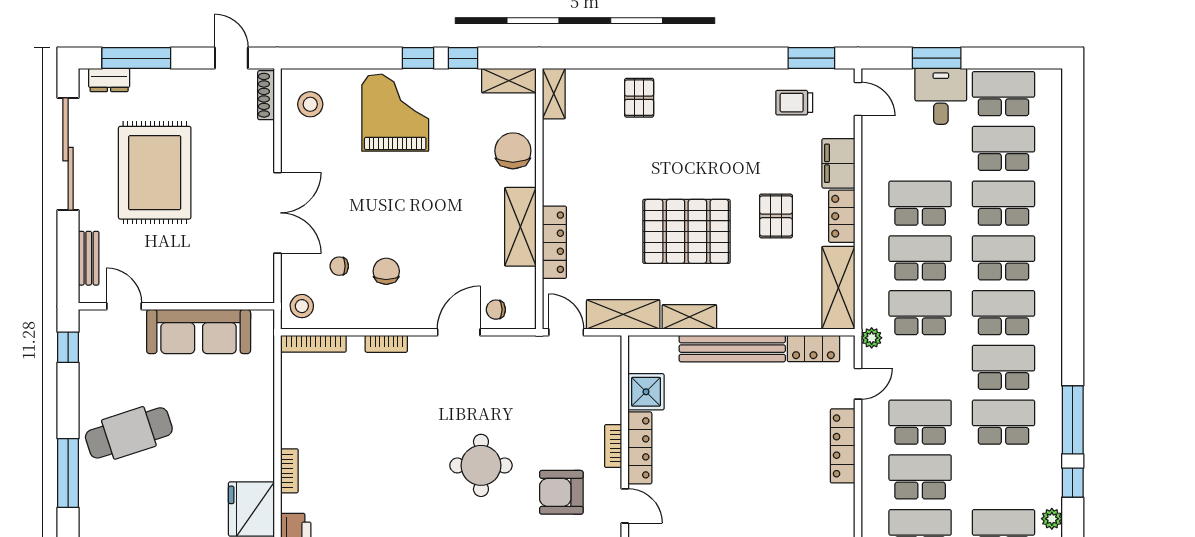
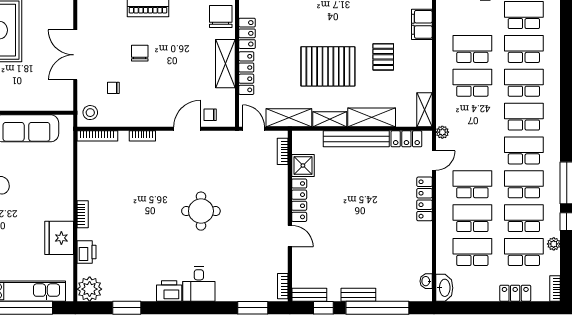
double door: (277, 213) -> (75, 55), swing flipped
locker: (842, 216) -> (247, 33), moved, turned 180
chair: (386, 271) -> (140, 53), moved
shelving: (838, 288) -> (424, 110), width x0.67, depth x0.75
school desk: (920, 313) -> (524, 218), moved
shelving: (757, 314) -> (372, 117), added
bookcase: (613, 446) -> (283, 151), moved
armchair: (561, 492) -> (251, 228), removed

